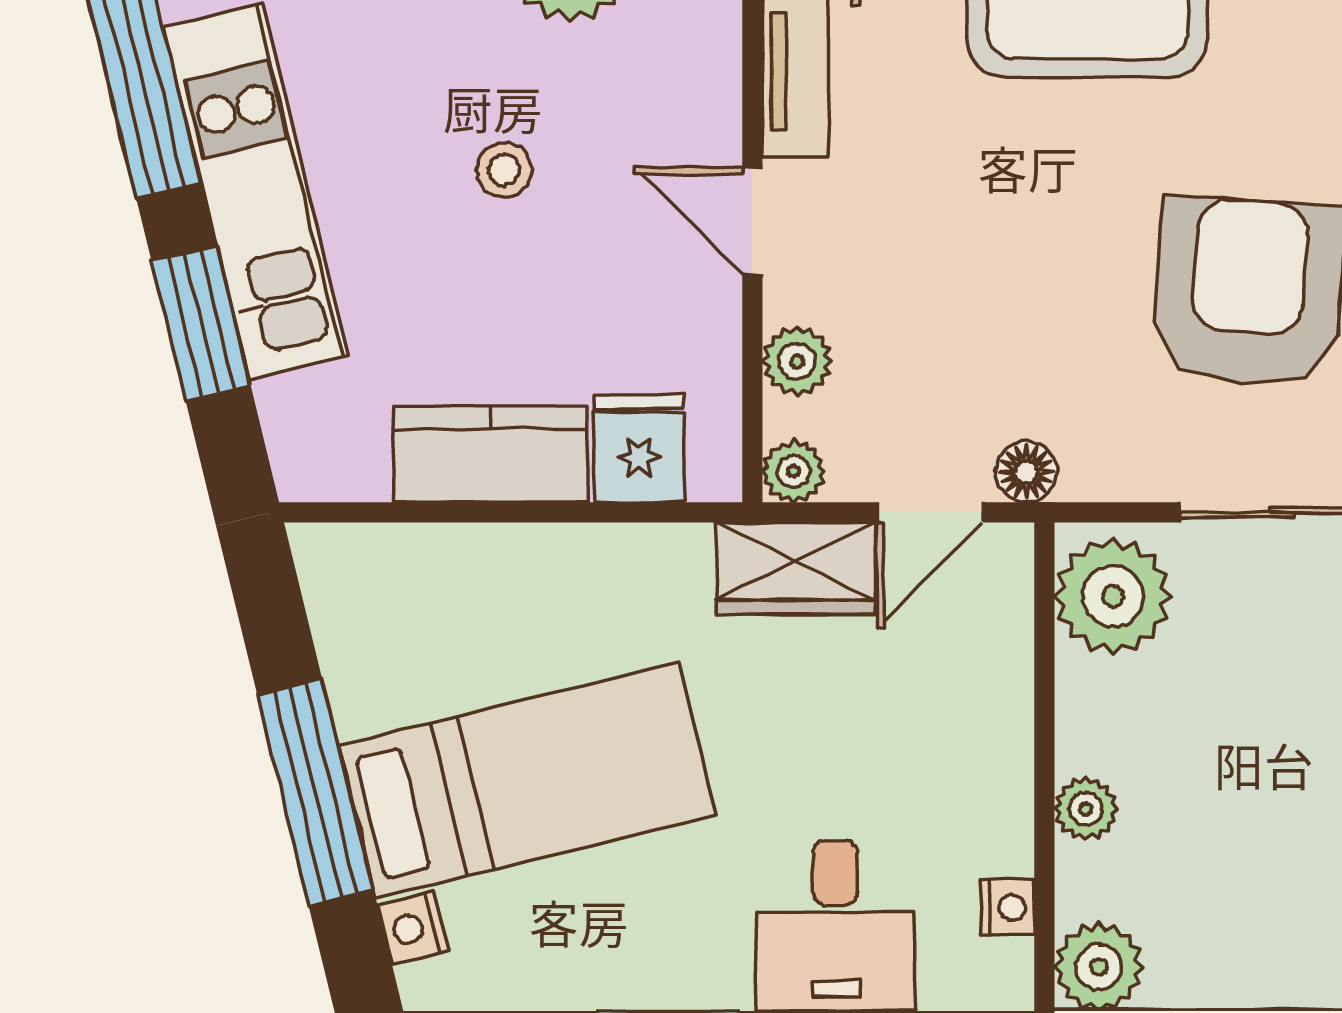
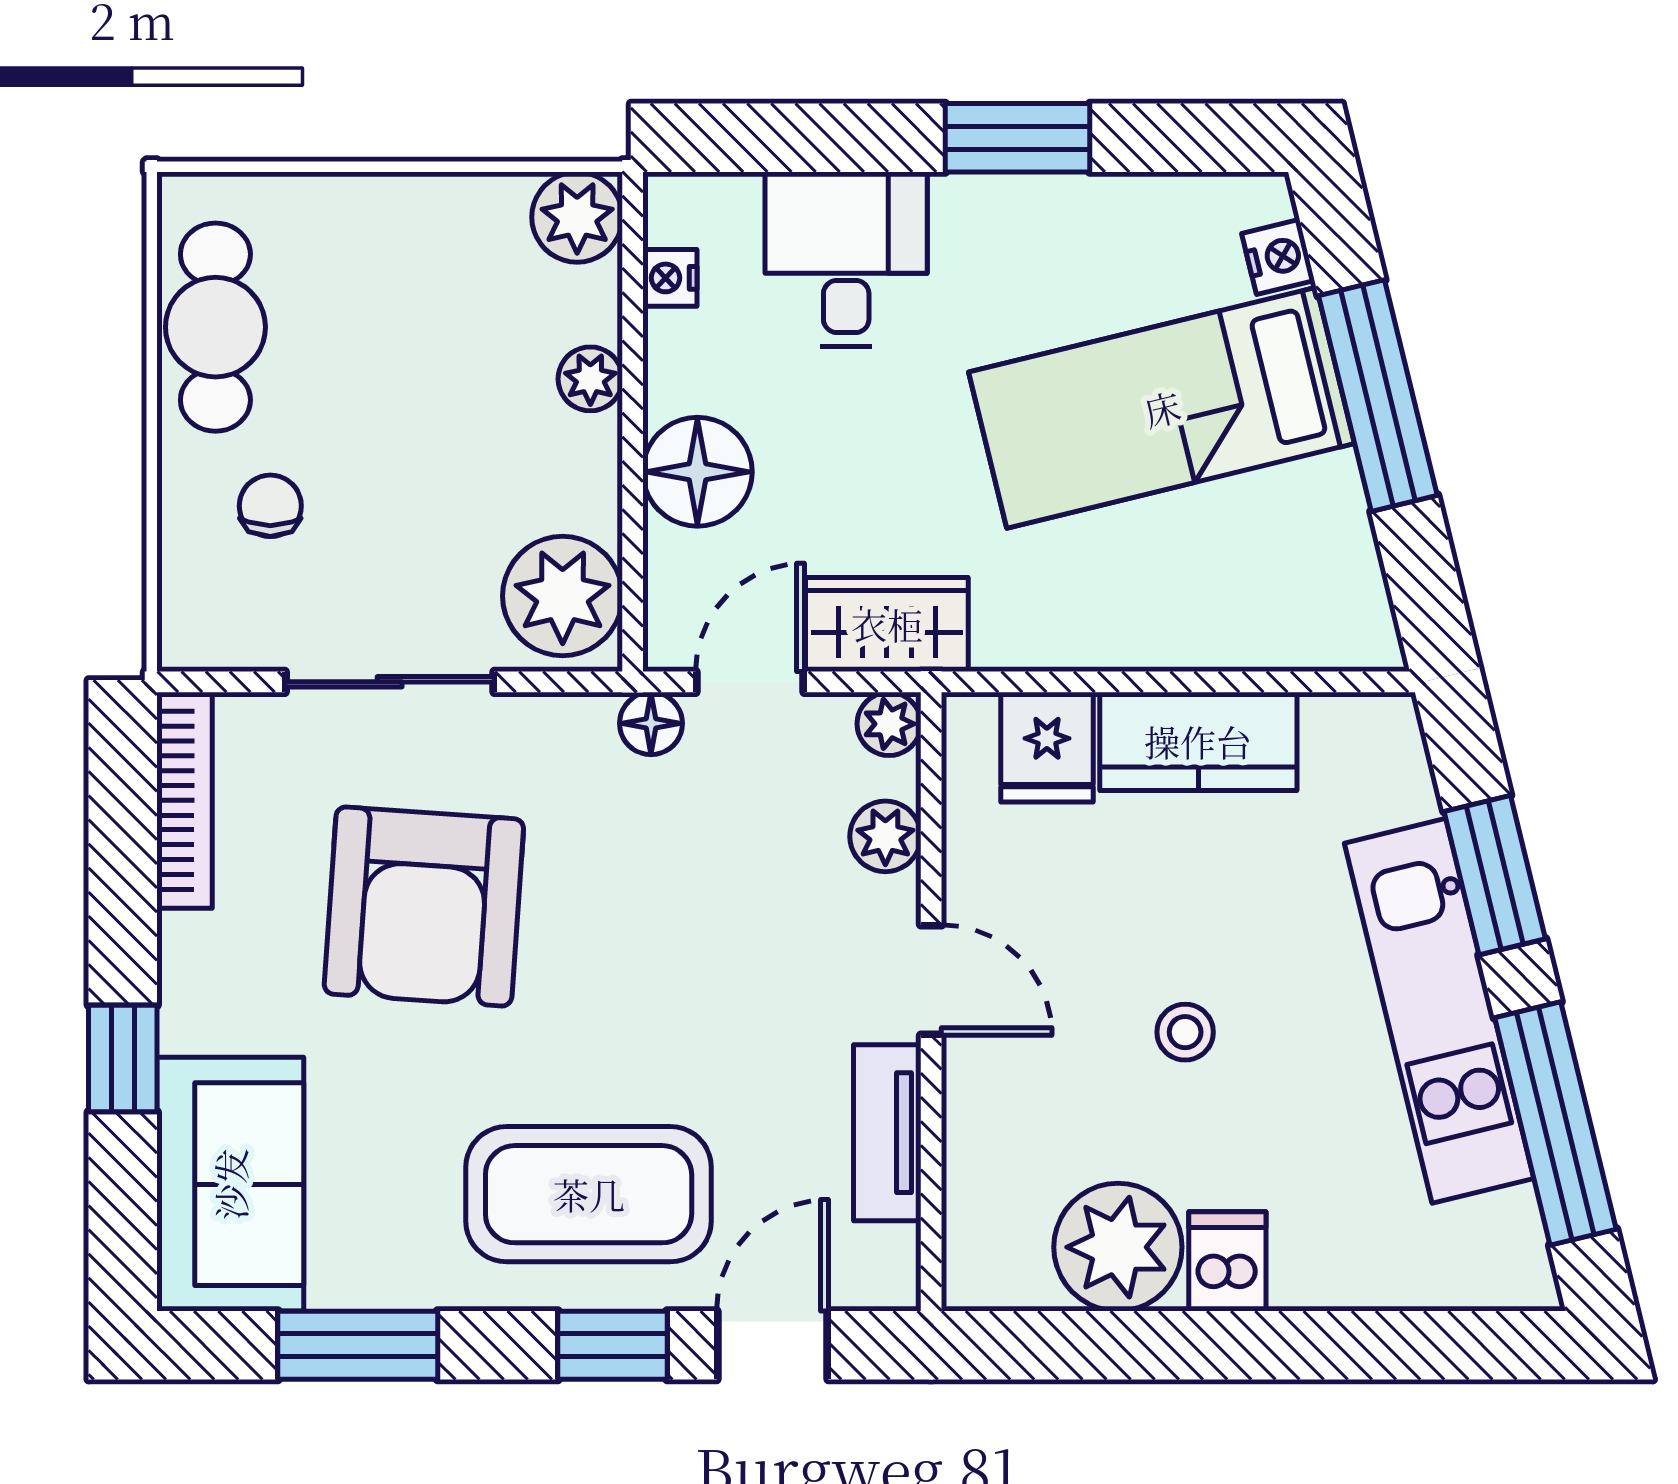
floor lamp: (981, 718) -> (697, 472), added

